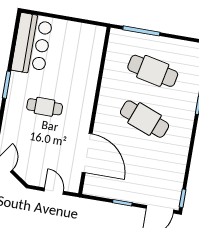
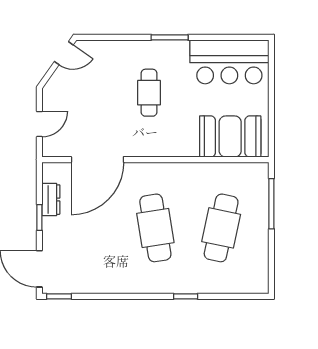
booth: (87, 53) -> (230, 137), added
cafe table: (145, 119) -> (155, 228), turned -30
dresser: (111, 192) -> (51, 200), added

